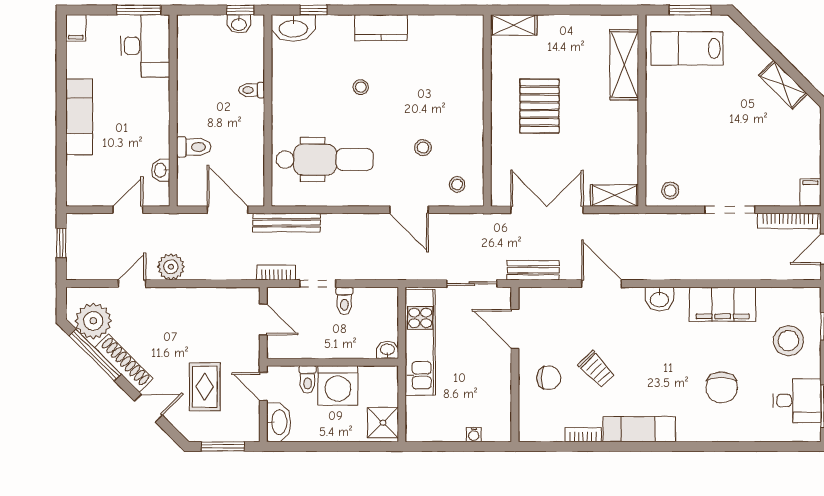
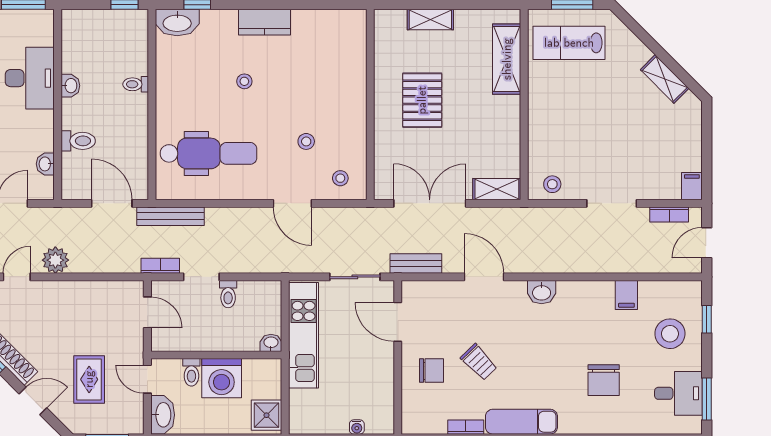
washbasin: (239, 24) -> (70, 86), moved, turned -90
shelving: (514, 25) -> (430, 20), moved
desk: (145, 46) -> (30, 78), moved
bookcase: (788, 221) -> (669, 214), width x0.64
filing cabinet: (723, 304) -> (626, 295), width x0.33, depth x0.86

